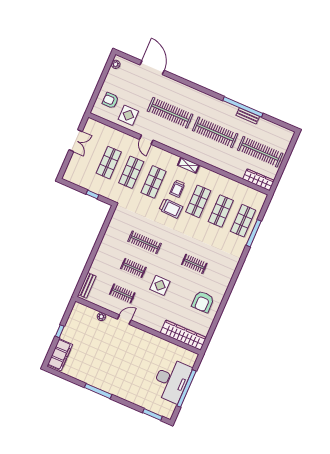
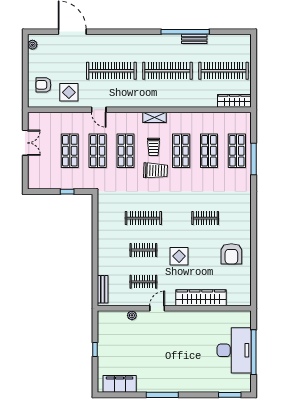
wardrobe: (183, 335) -> (201, 298), moved
filing cabinet: (60, 355) -> (120, 384), moved, turned -90

